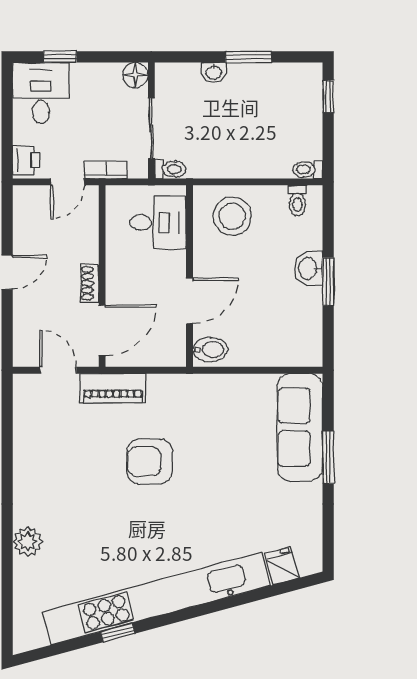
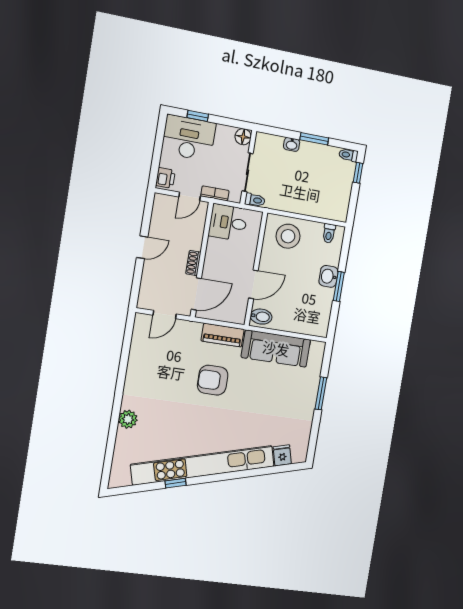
desk: (41, 93) -> (189, 138), width x1.37
toilet: (308, 169) -> (348, 155), moved
desk: (158, 223) -> (228, 222), moved, turned 180
door: (58, 370) -> (165, 315), swing flipped
piano: (113, 388) -> (223, 335), moved
sofa: (300, 427) -> (276, 348), moved, turned -90

